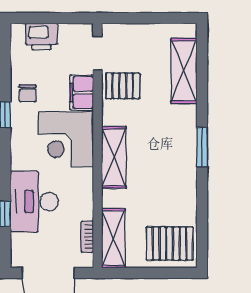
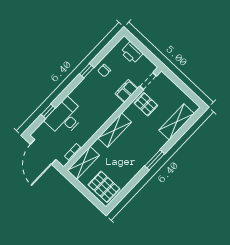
corner desk: (66, 139) -> (102, 104), removed

